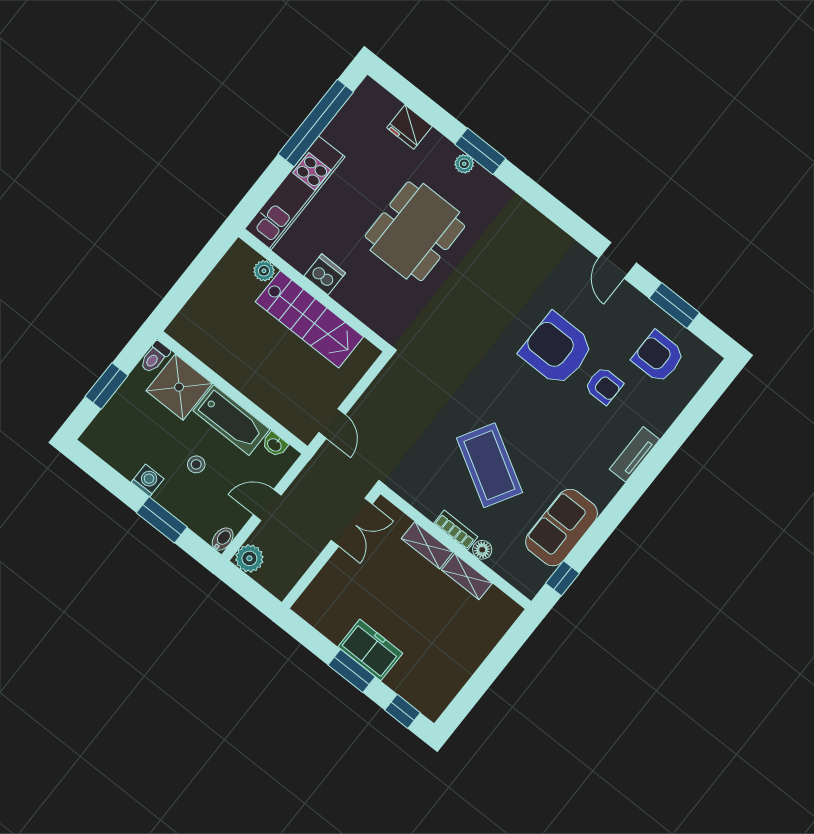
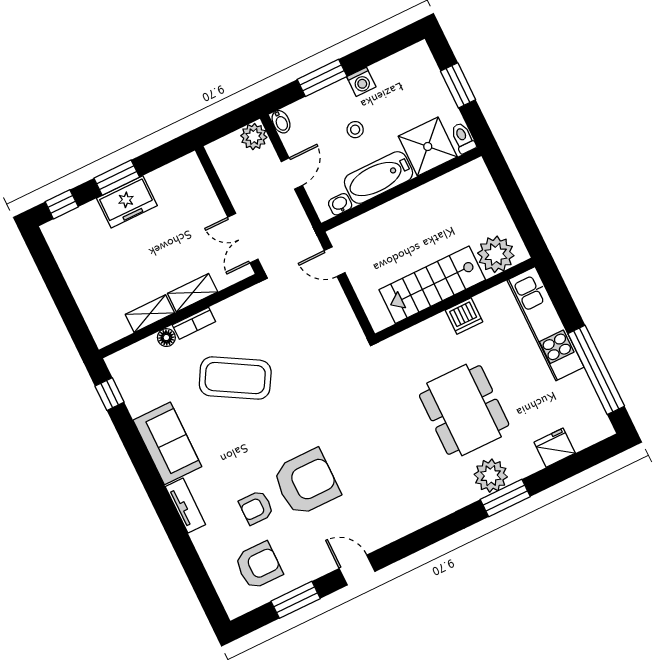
plant: (464, 164) -> (491, 476), width x1.88, depth x1.88
plant: (264, 271) -> (496, 254), width x1.88, depth x1.88
sofa: (562, 528) -> (167, 443), moved

